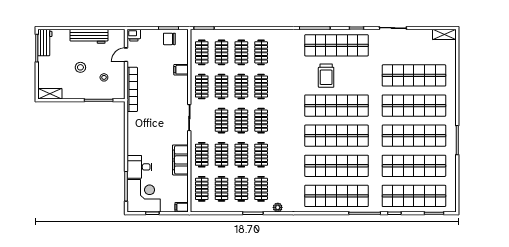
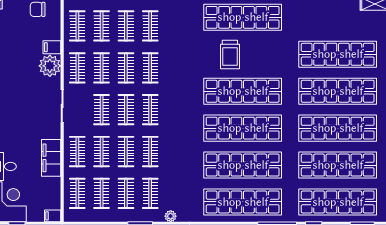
plant: (179, 85) -> (50, 66), added

